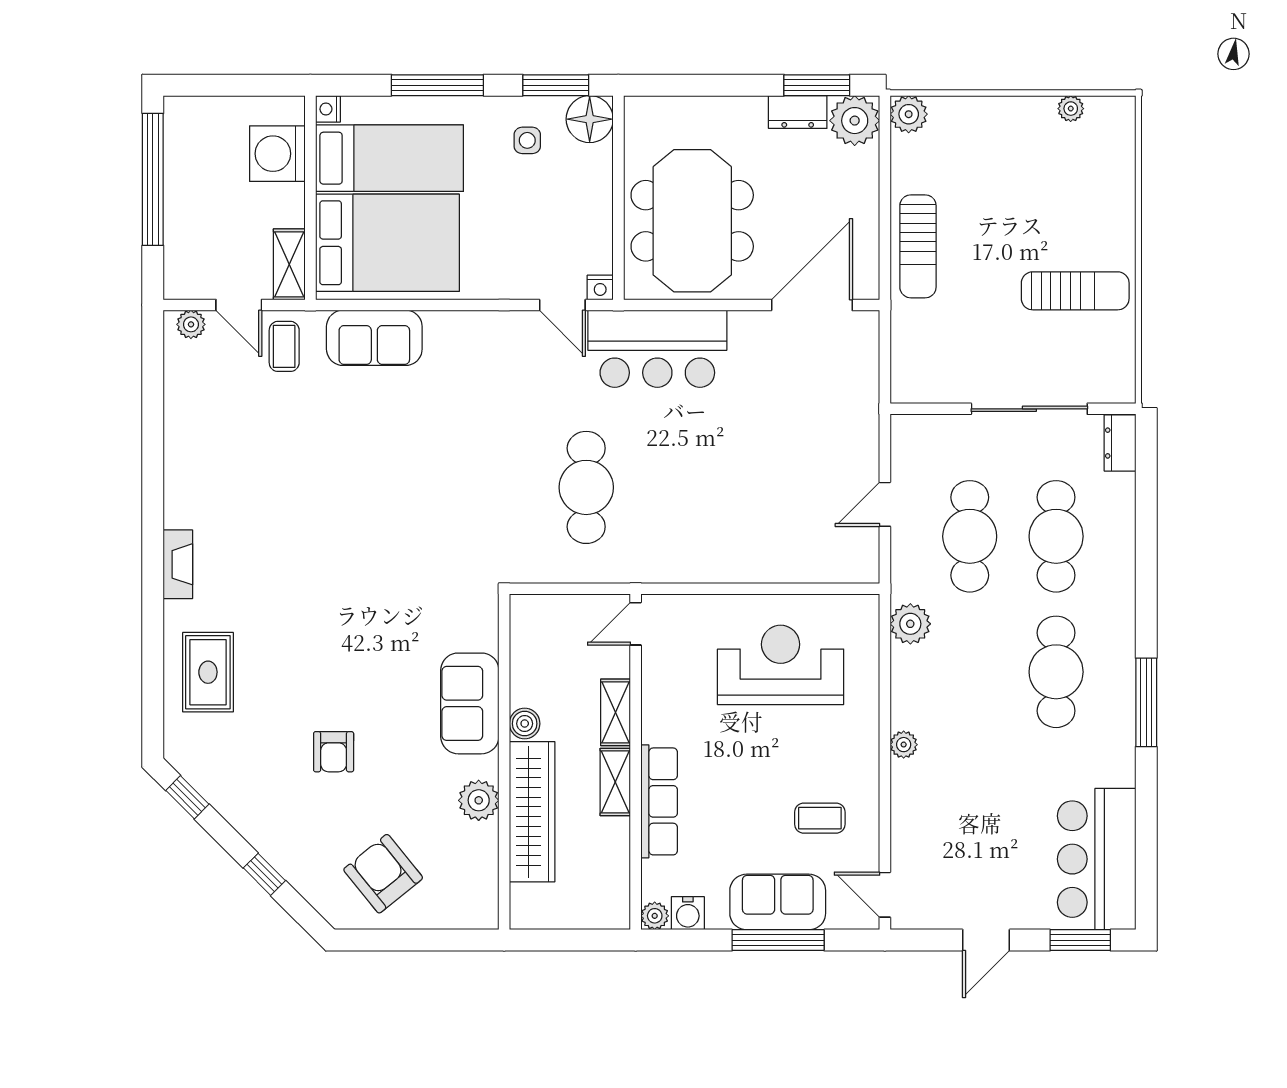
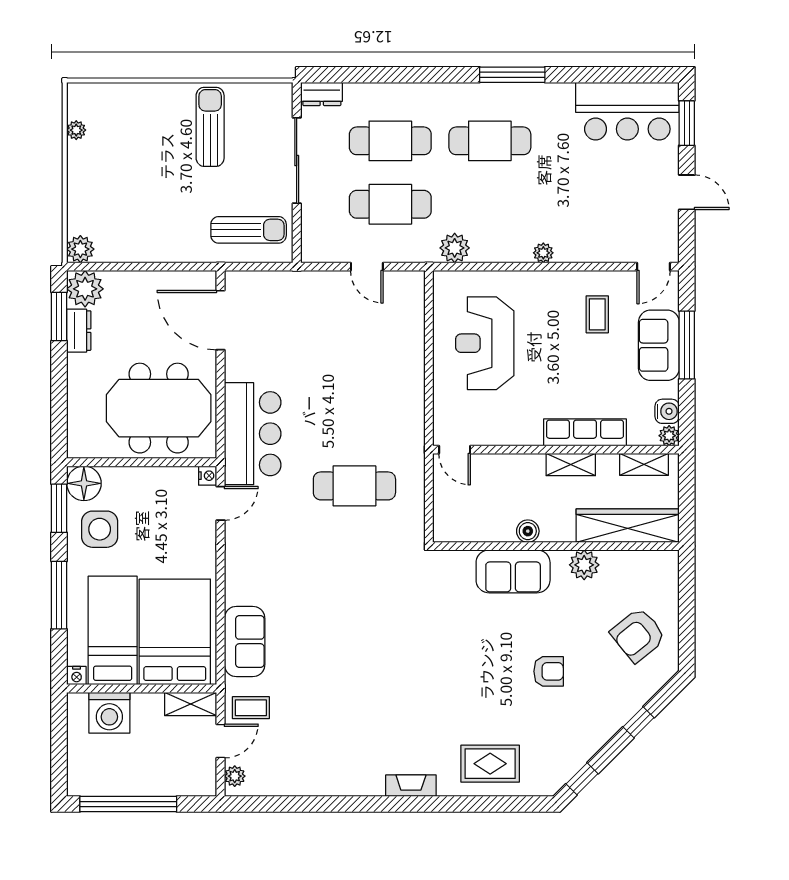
side table: (527, 140) -> (100, 529), width x1.87, depth x1.87
sun lounger: (918, 246) -> (249, 230), moved
shelving: (616, 712) -> (644, 464), moved
wardrobe: (532, 812) -> (628, 526), moved

